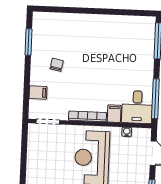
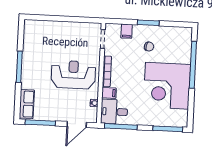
window: (79, 10) -> (193, 65), added
window: (29, 42) -> (148, 23), moved
corner desk: (105, 42) -> (167, 86), added

